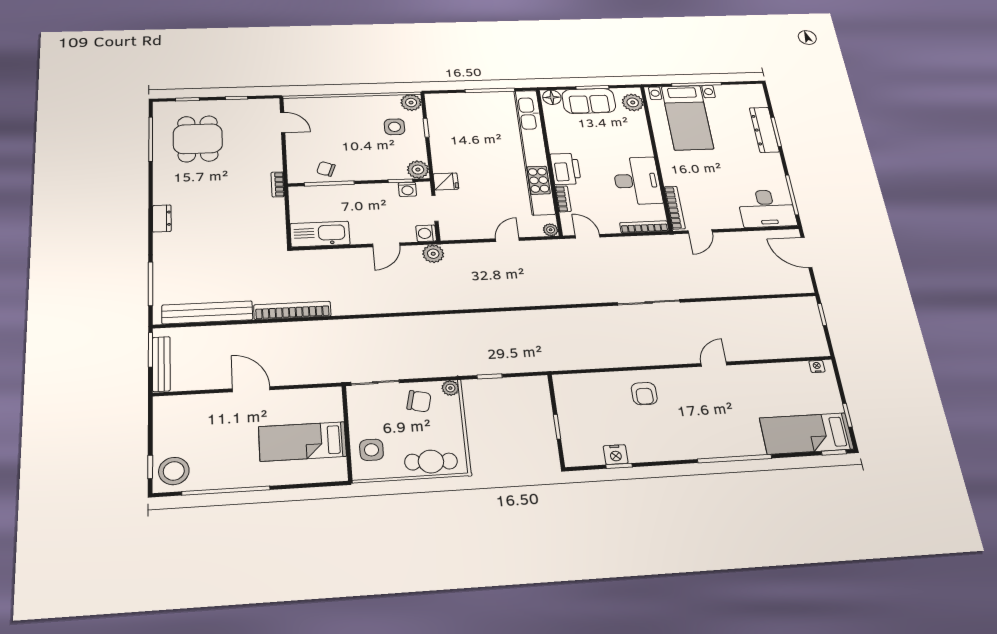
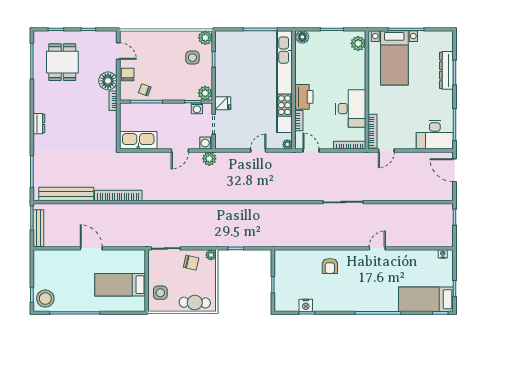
sofa: (589, 101) -> (328, 41), removed
chair: (298, 151) -> (128, 75), added
floor lamp: (269, 160) -> (108, 81), added

